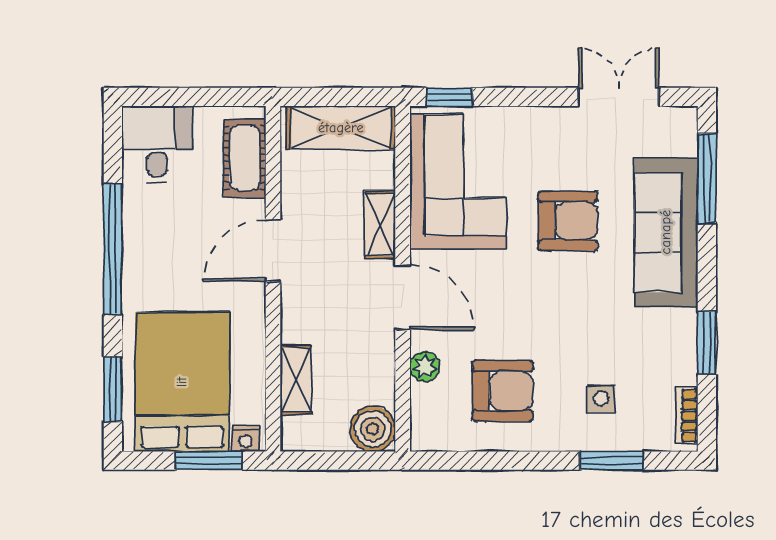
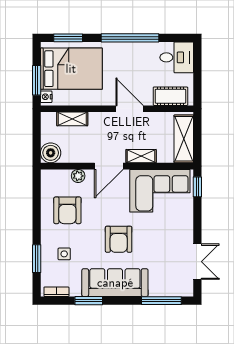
armchair: (568, 221) -> (119, 239), moved
sofa: (666, 232) -> (115, 283), moved

